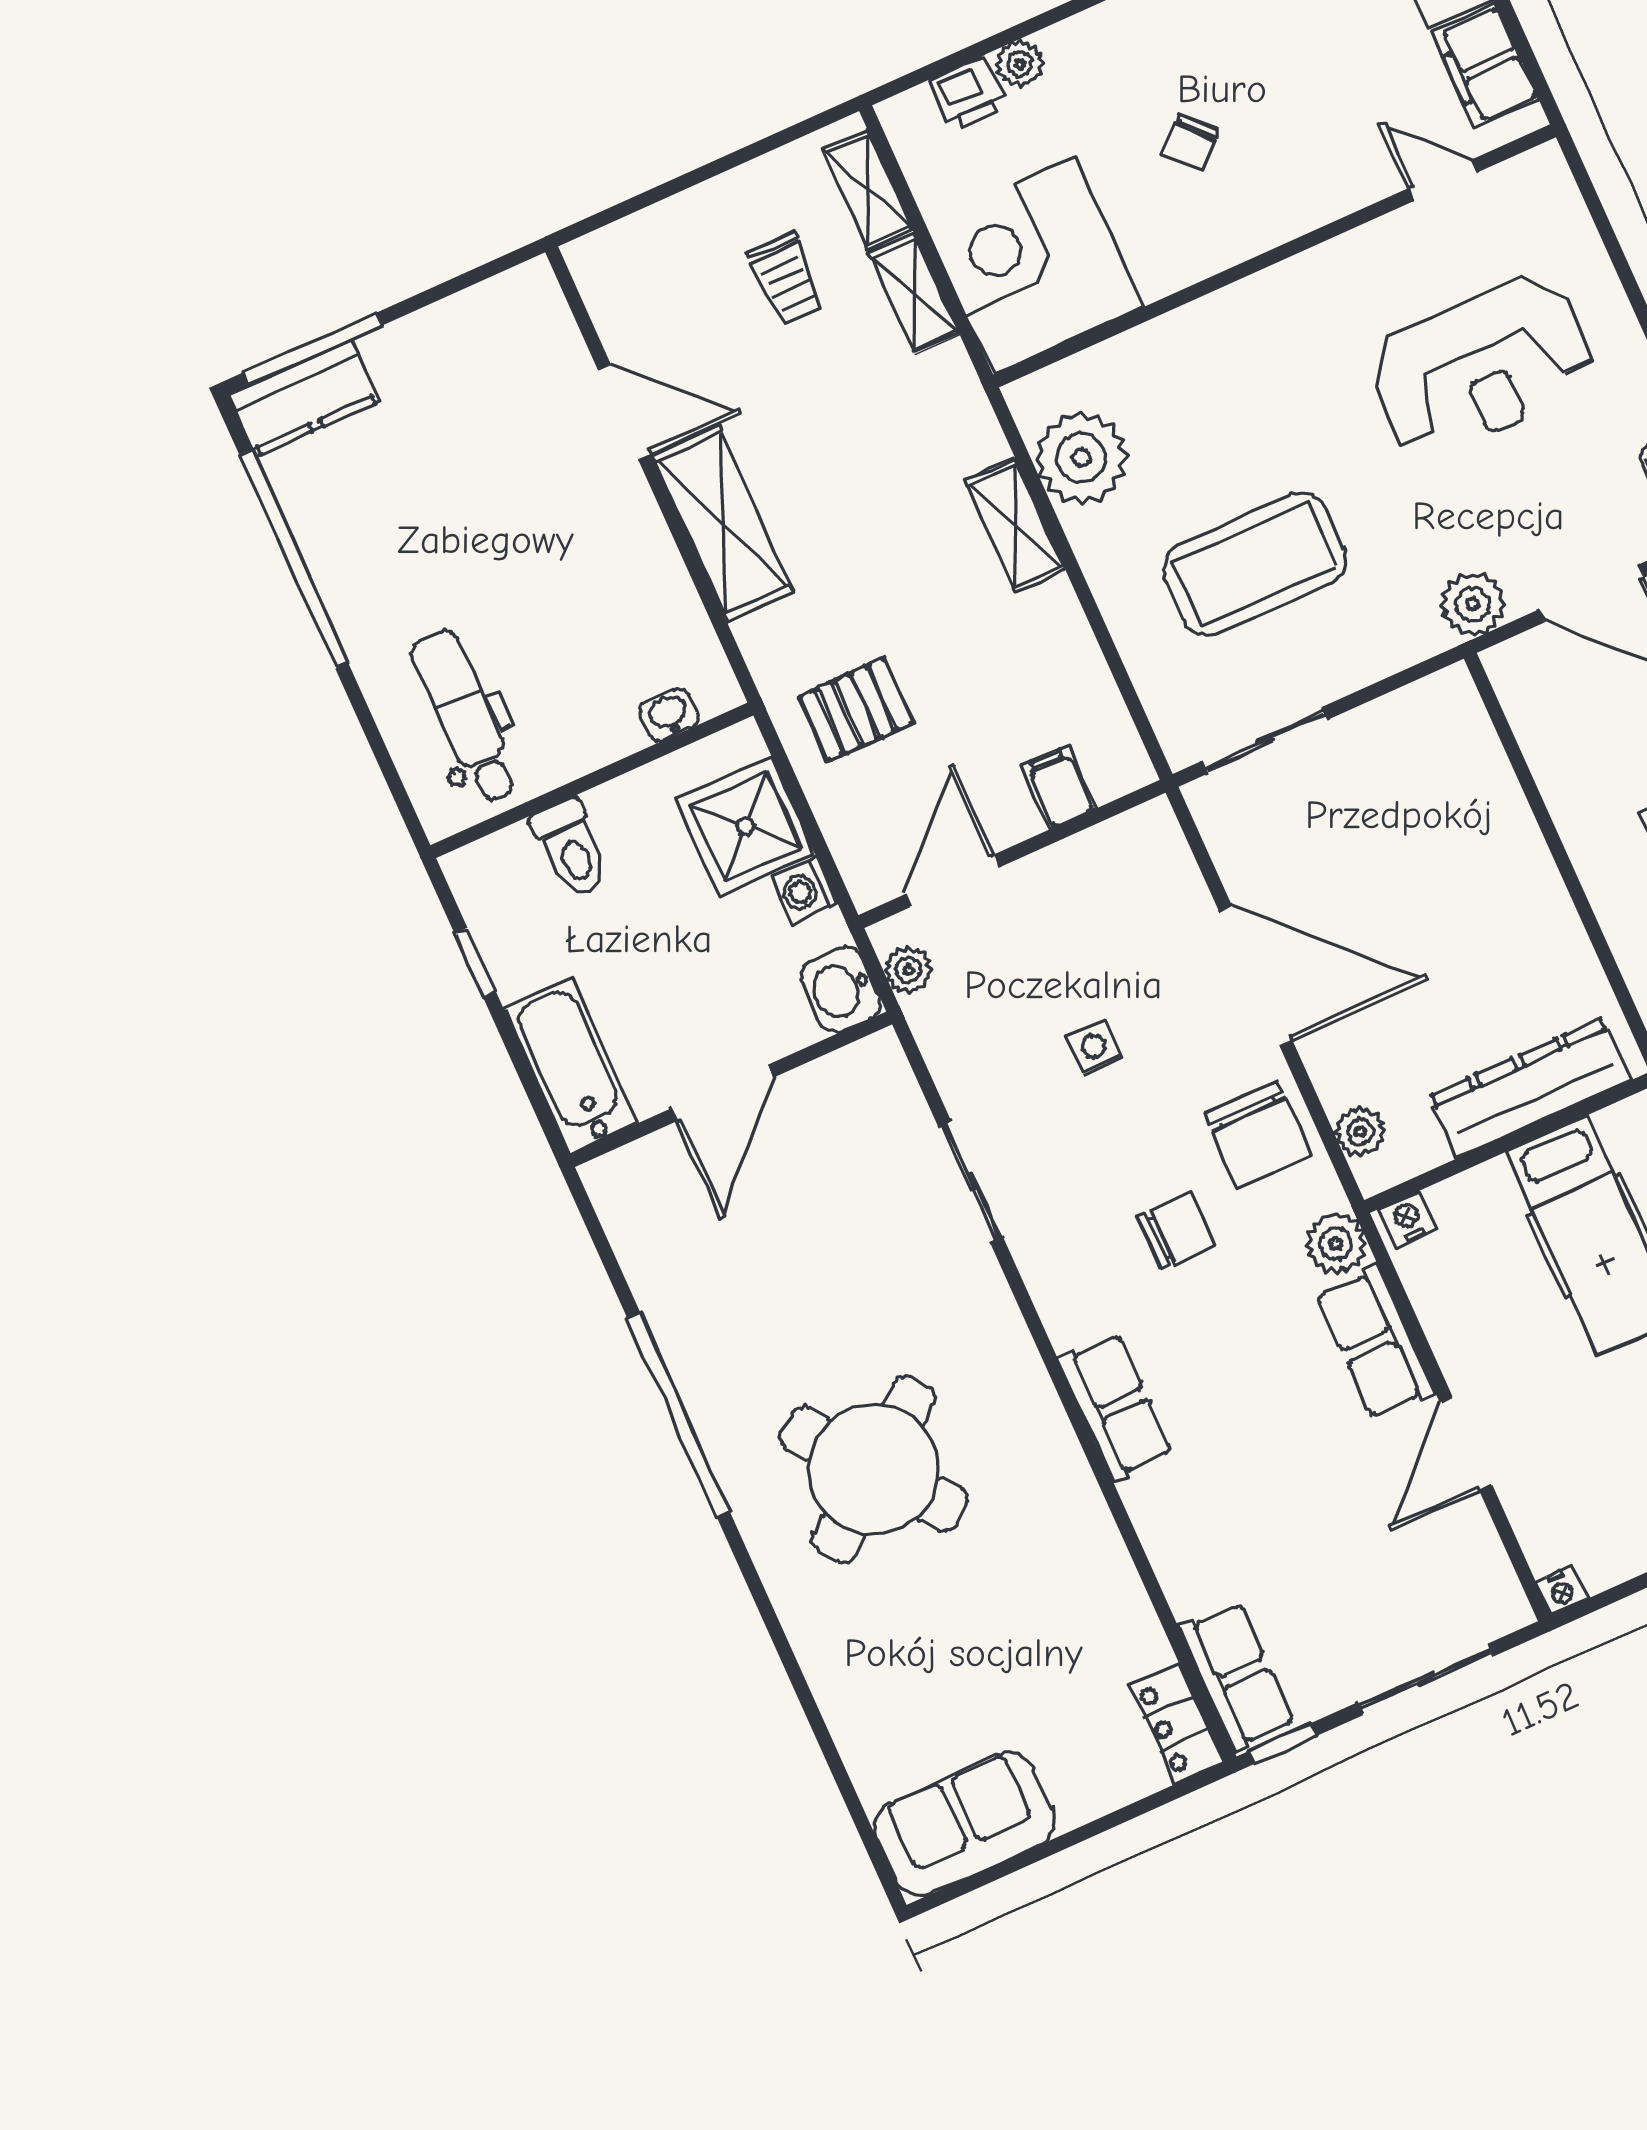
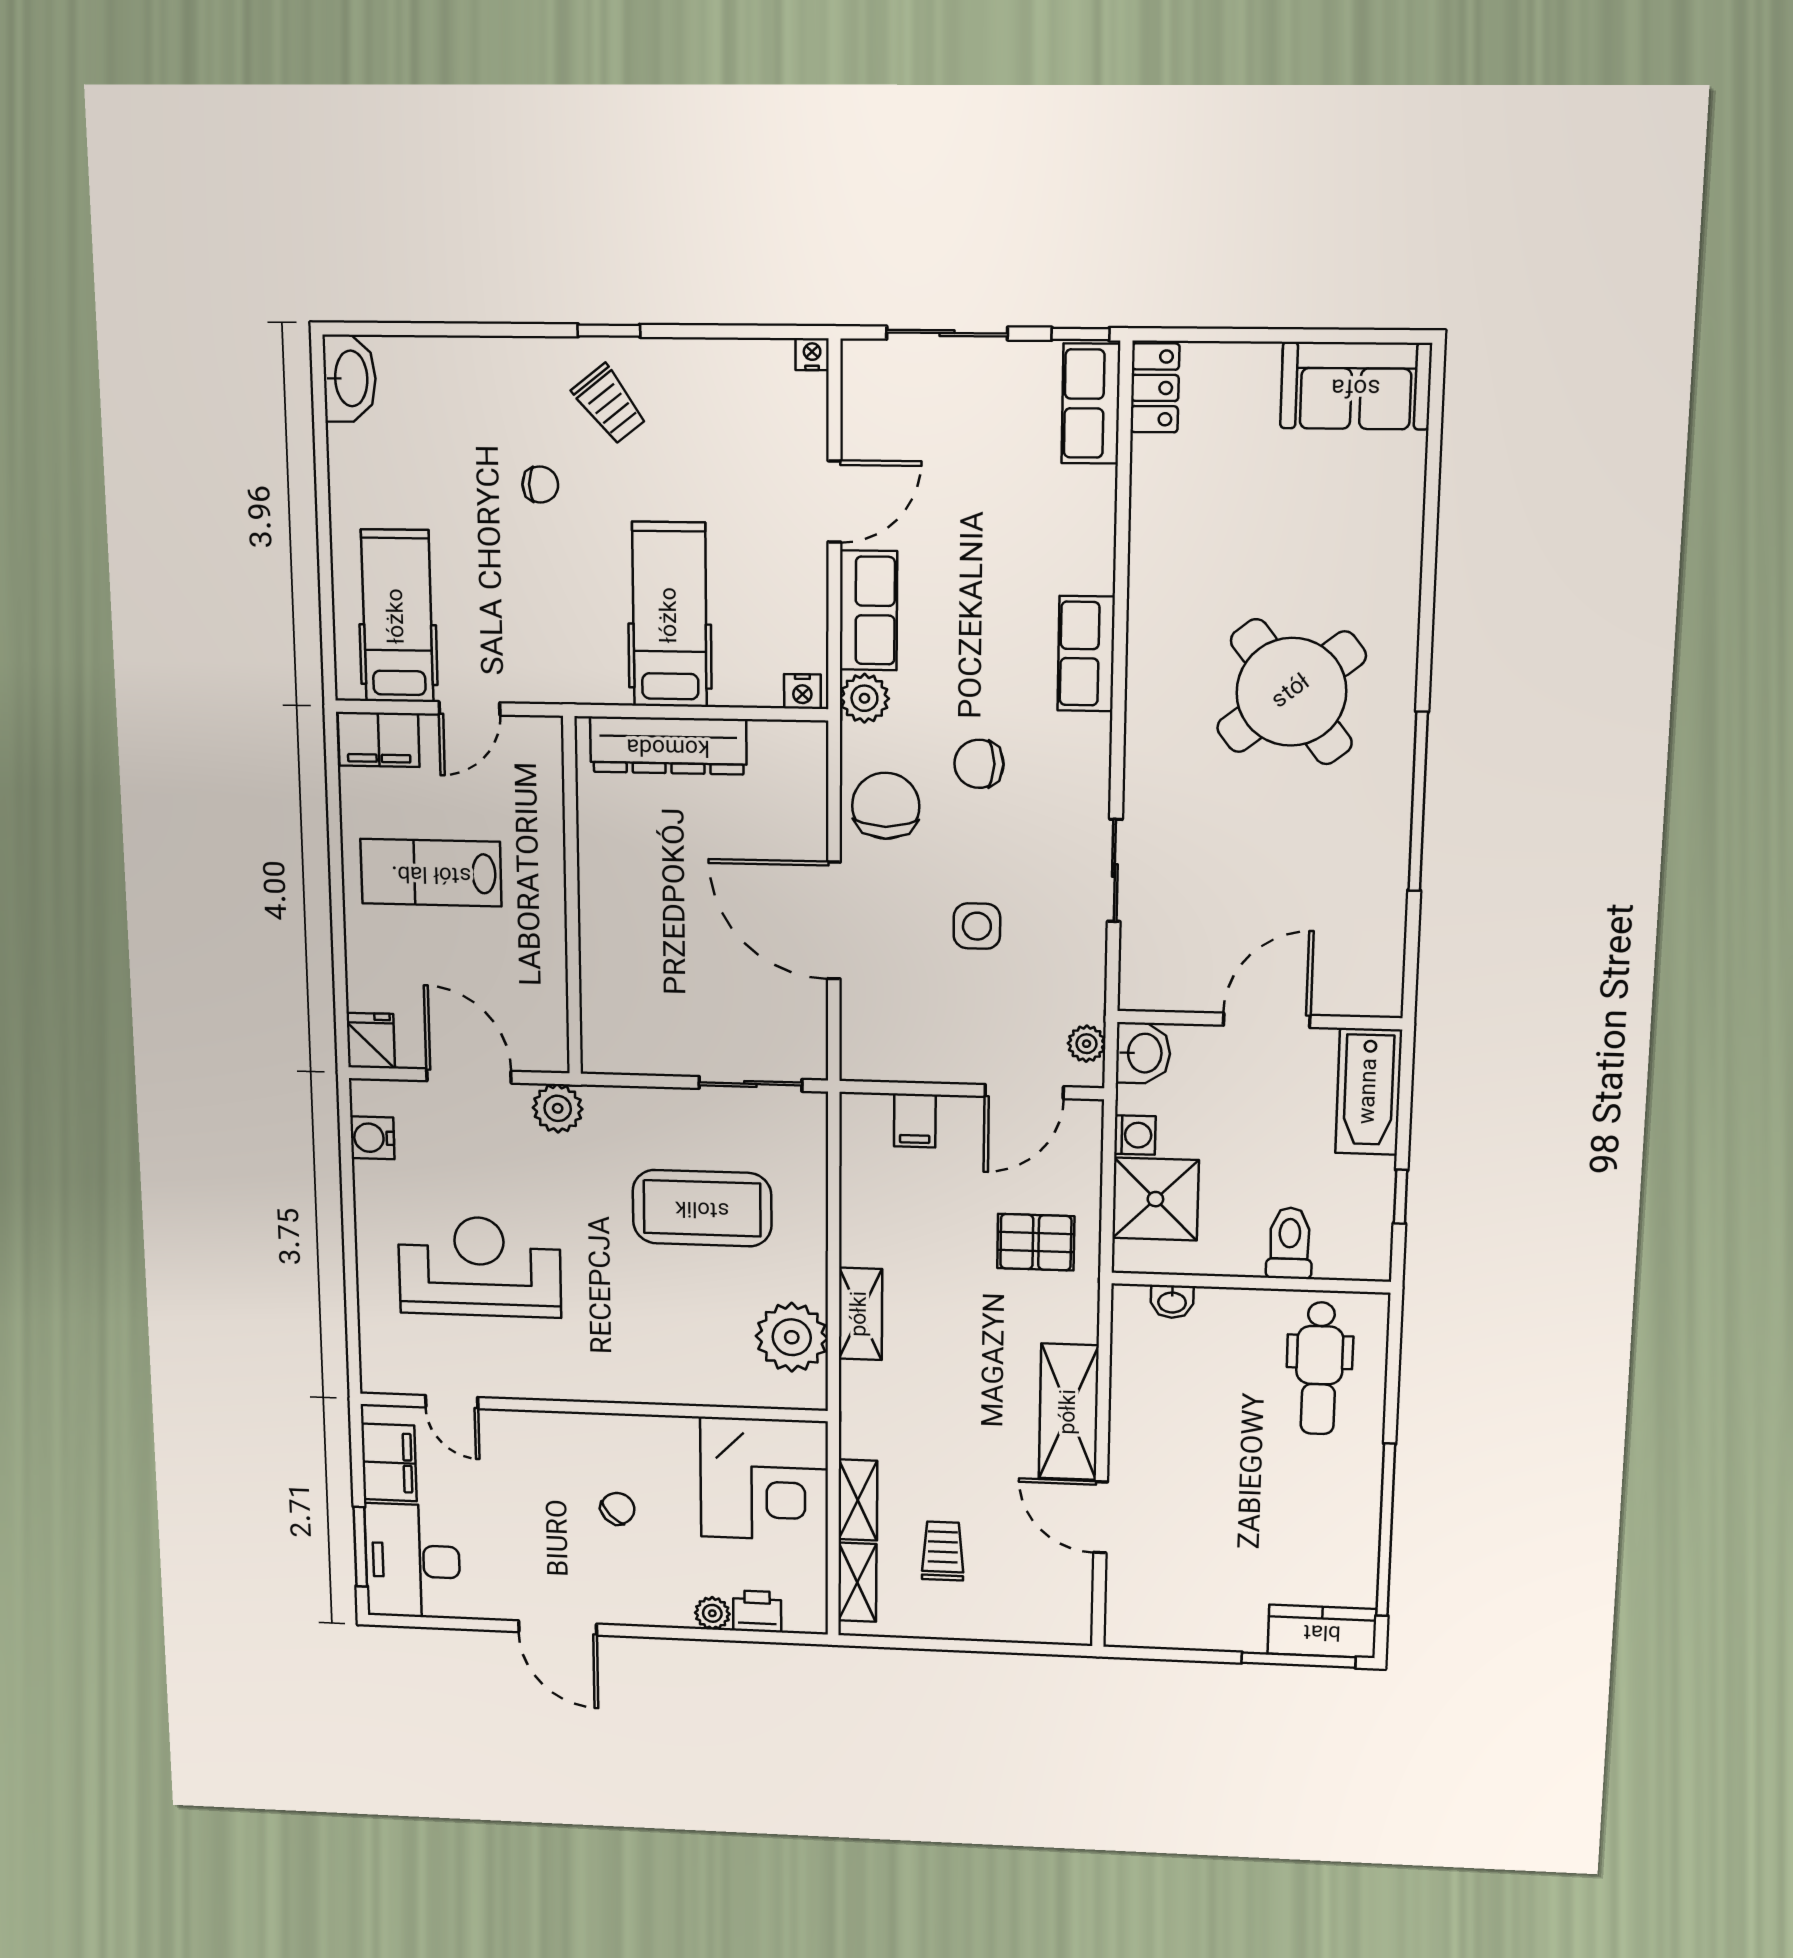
side table: (1093, 1046) -> (977, 926), width x1.37, depth x1.37
plant: (1360, 1132) -> (809, 772), removed

